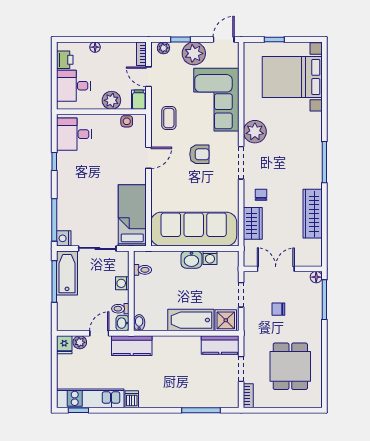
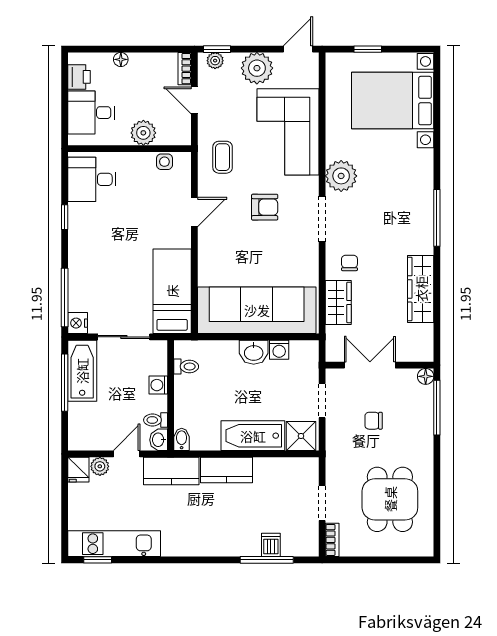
window: (180, 40) -> (217, 49), moved
filing cabinet: (139, 100) -> (181, 132), removed
kitchen counter: (220, 345) -> (226, 470), moved
dishwasher: (132, 399) -> (271, 545), moved

